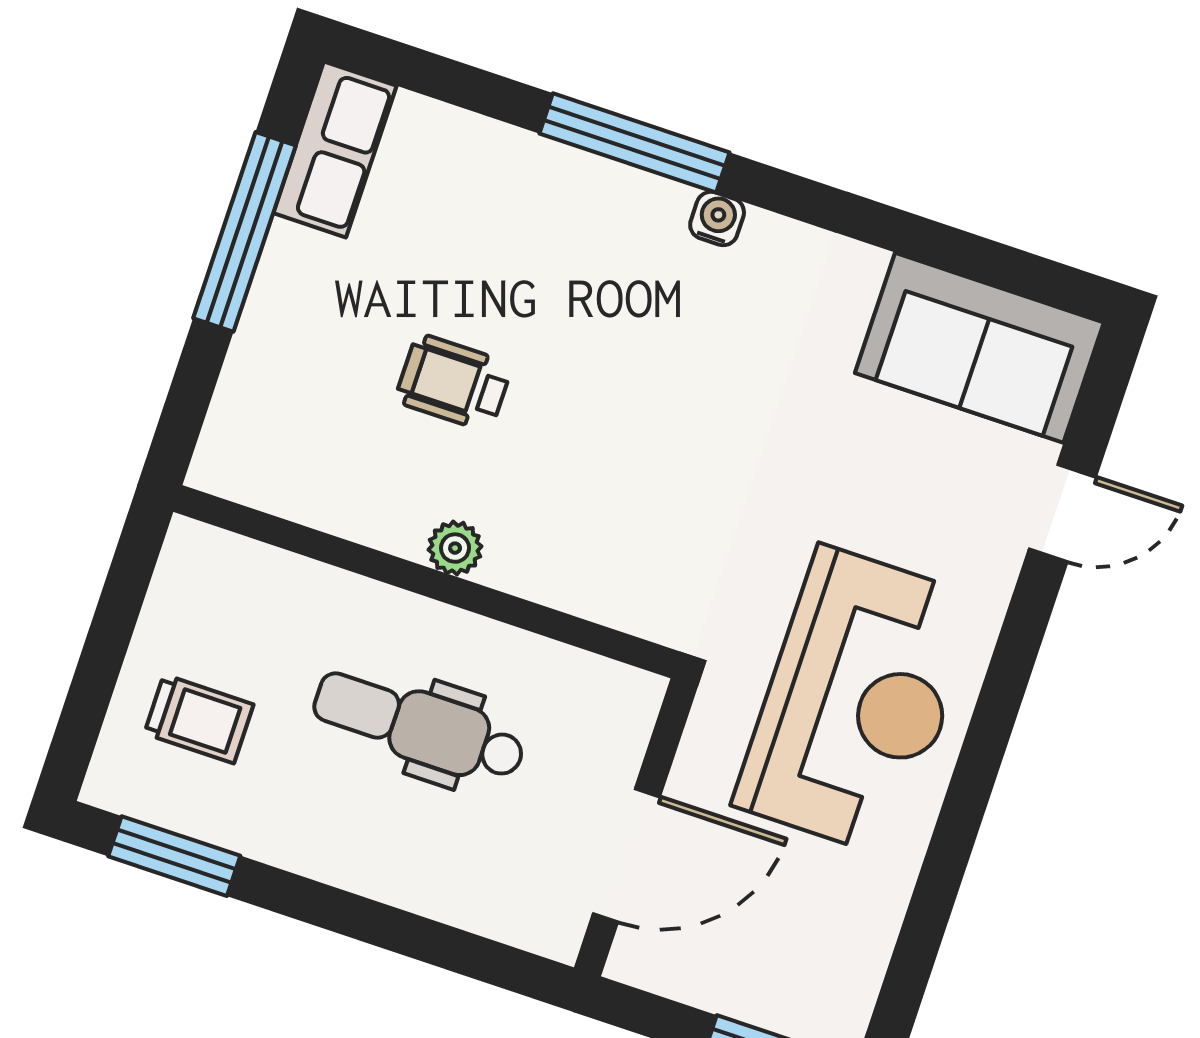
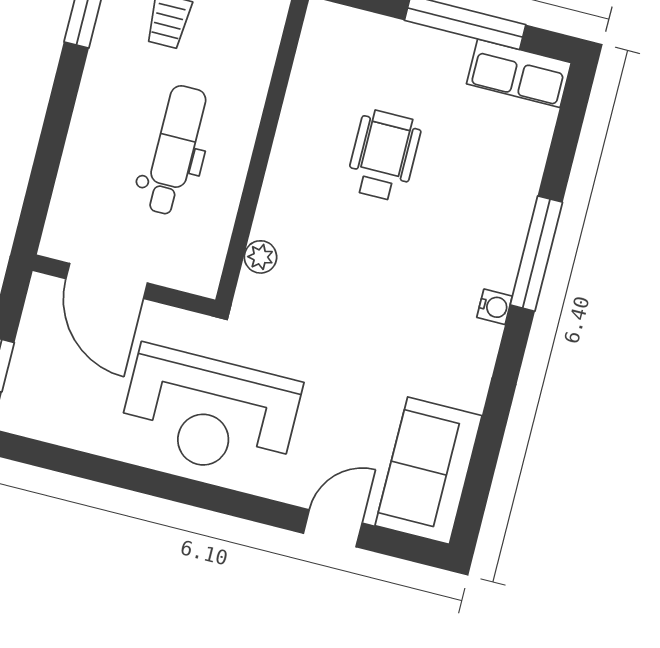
wheelchair: (454, 383) -> (384, 155), width x1.36, depth x1.37
door: (1062, 513) -> (333, 528), swing flipped
plant: (455, 548) -> (260, 257), moved

